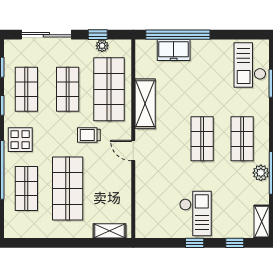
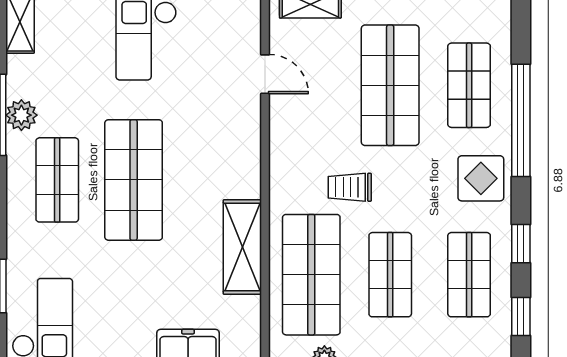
trolley: (89, 135) -> (350, 187), turned 180
shop shelf: (202, 139) -> (134, 180), width x1.43, depth x1.36
door: (133, 151) -> (265, 74), moved

